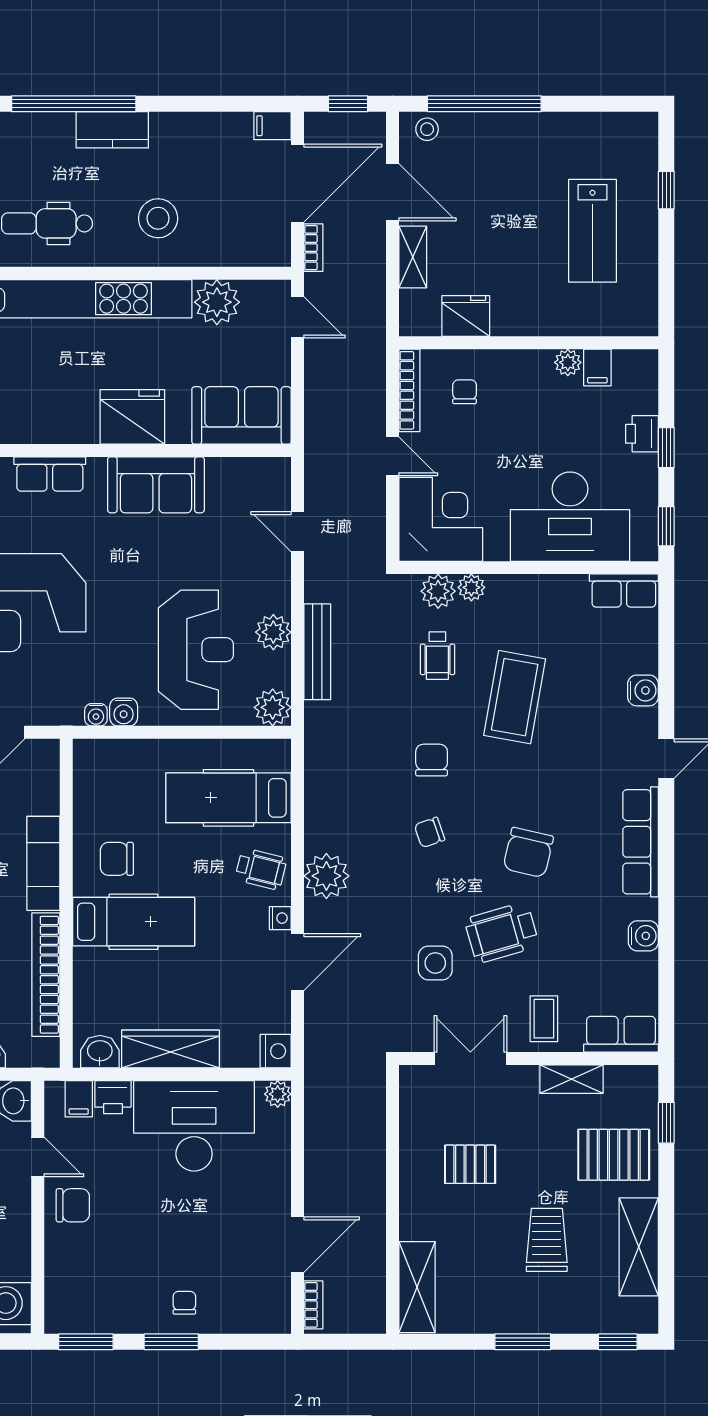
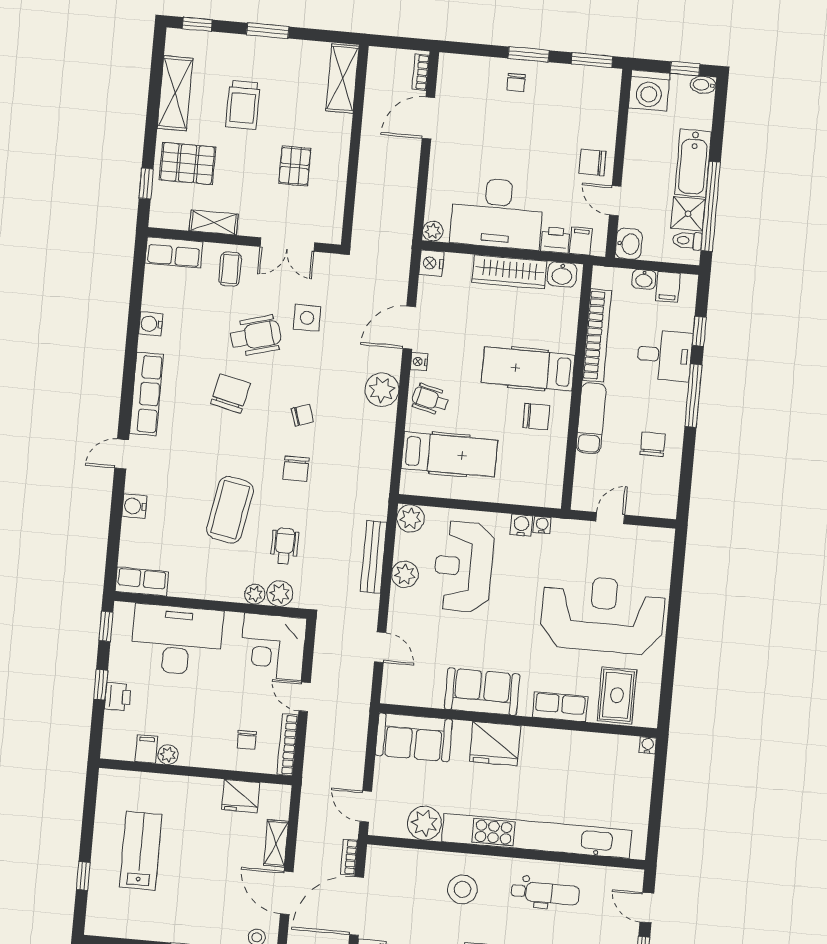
pallet: (470, 1164) -> (295, 166), turned 90

